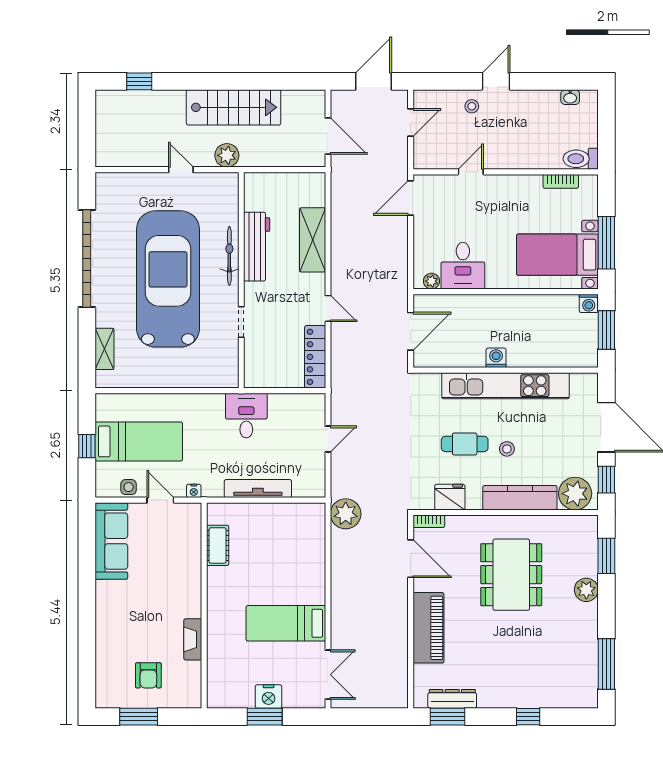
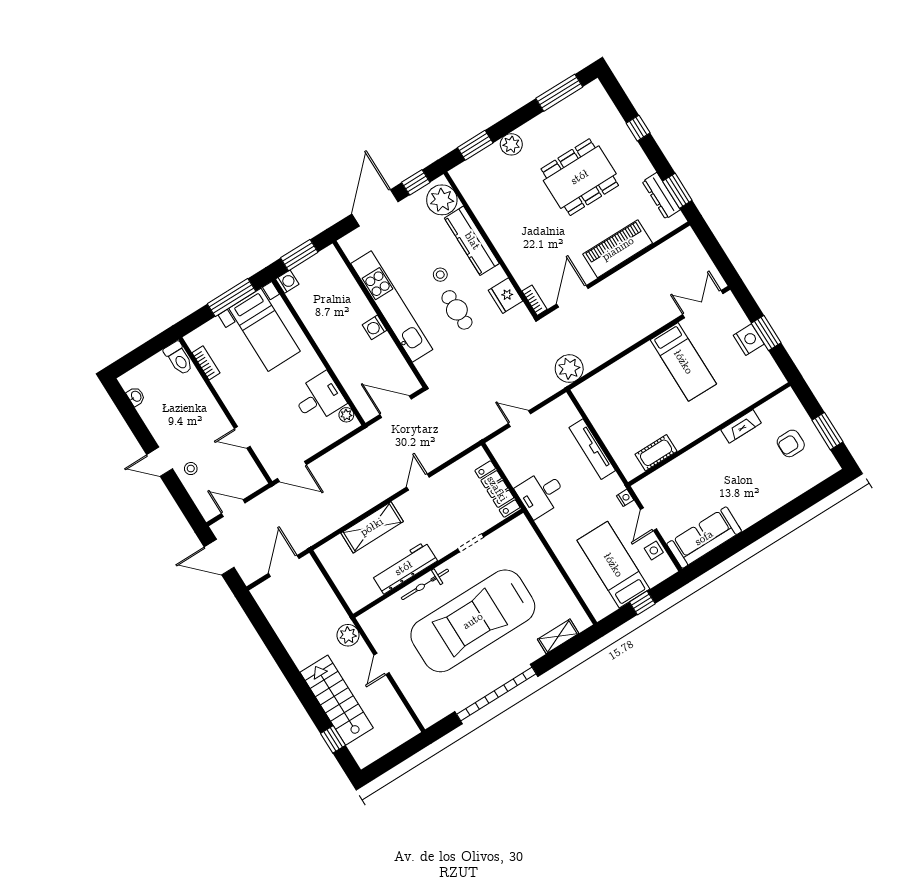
stairs: (234, 107) -> (337, 700), moved
locker: (315, 357) -> (497, 489), moved, turned 90
dining table: (511, 575) -> (580, 177), moved
armchair: (148, 675) -> (791, 443), turned 180

